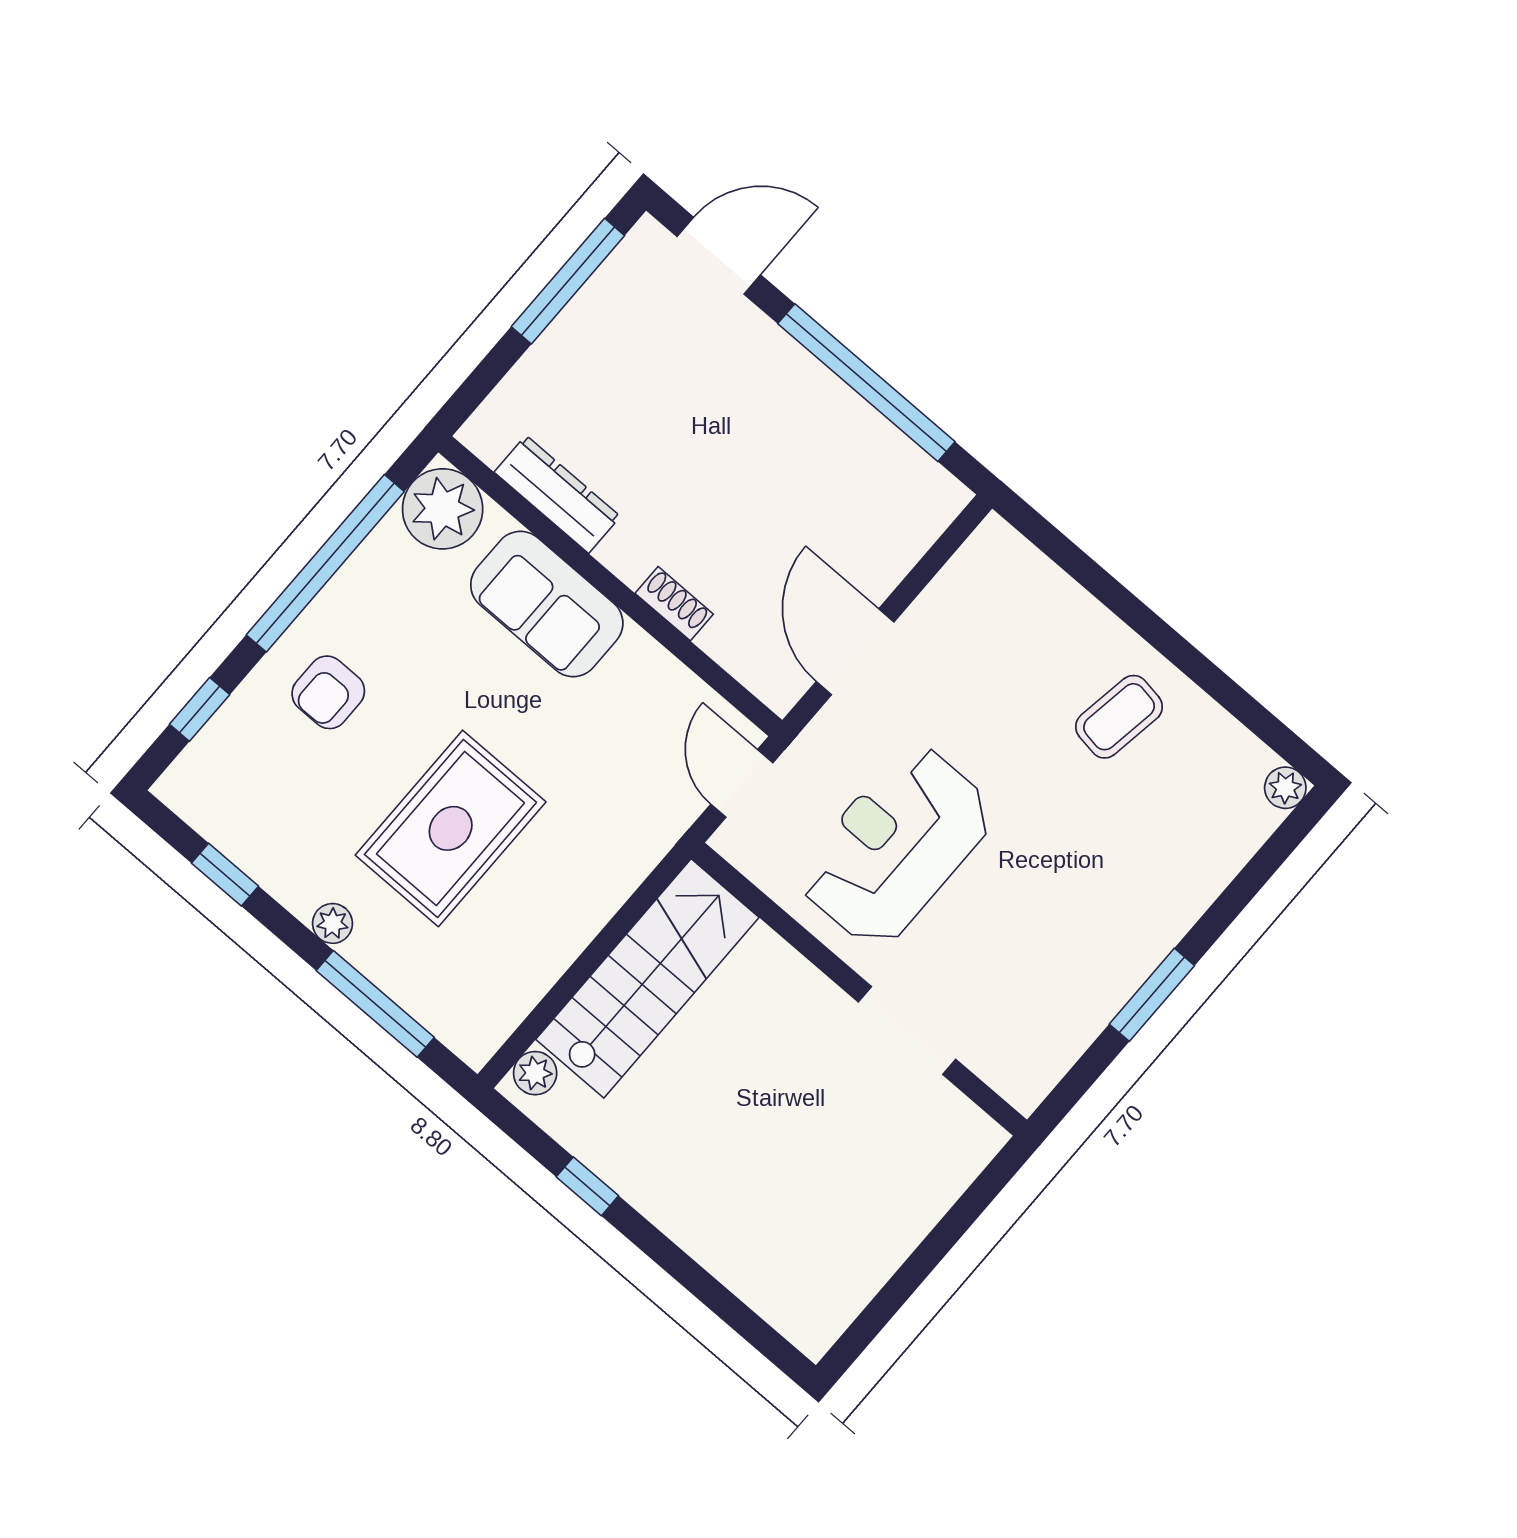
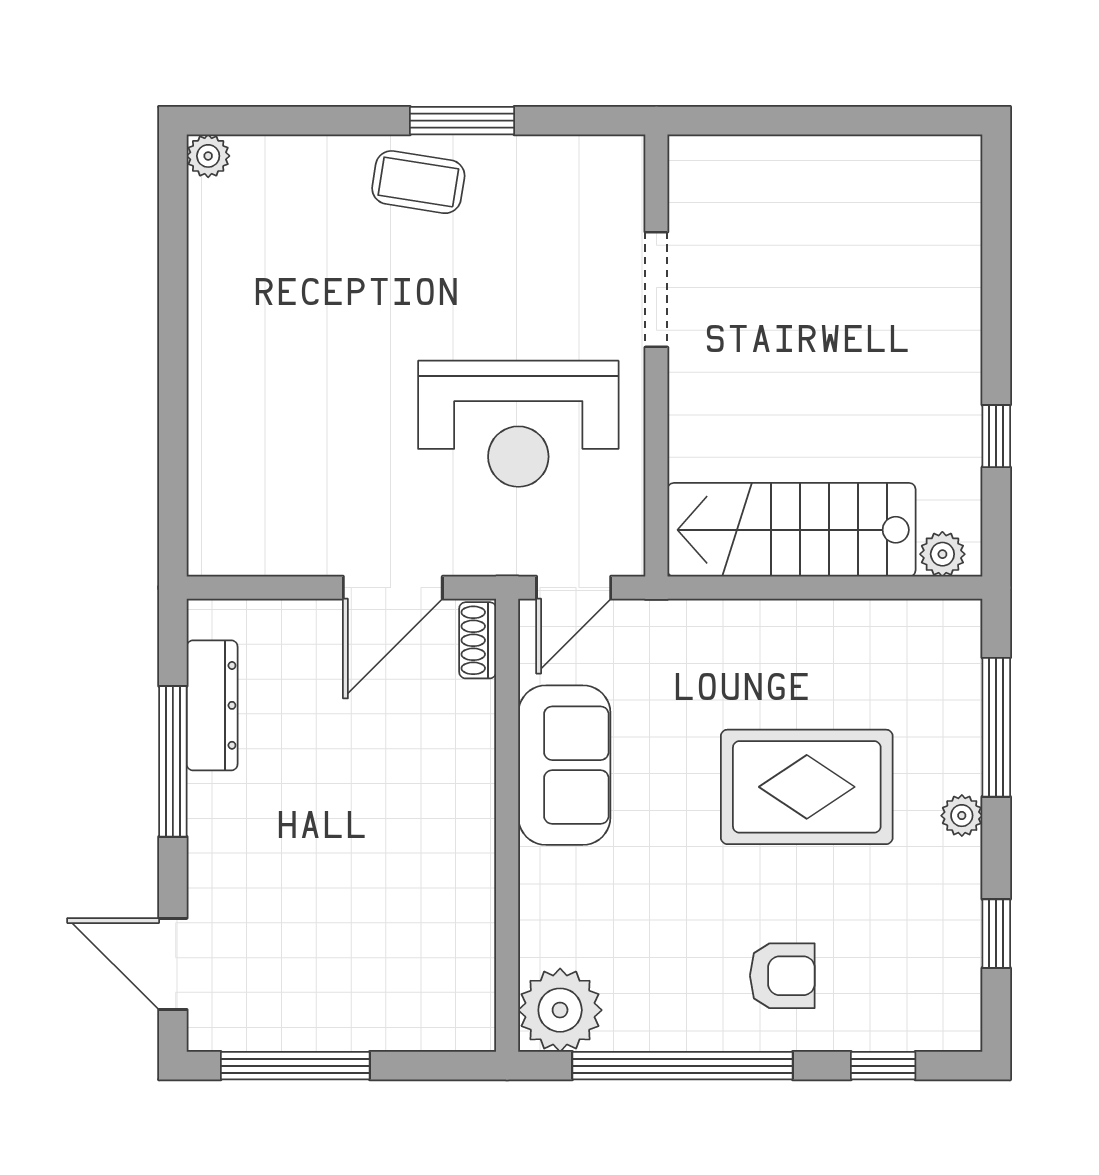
window: (866, 383) -> (173, 761), width x0.68
dresser: (557, 494) -> (212, 705), moved, turned 180
sofa: (547, 604) -> (564, 765), moved
shoe rack: (674, 604) -> (478, 640), moved
coffee table: (1119, 717) -> (418, 182), moved

